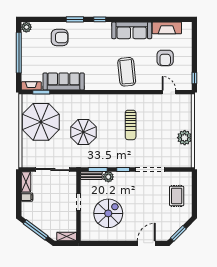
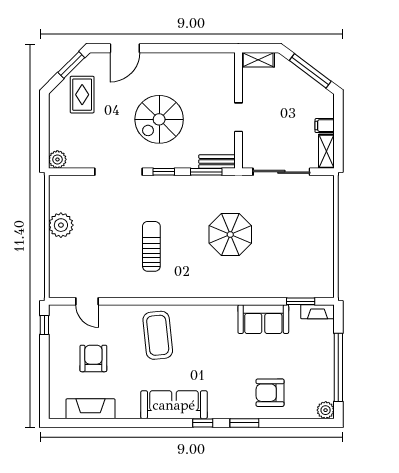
sofa: (132, 30) -> (174, 405), moved
sofa: (64, 81) -> (263, 319), width x0.73
parasol: (41, 122) -> (302, 251), removed
plant: (108, 177) -> (57, 159), moved
rug: (177, 196) -> (82, 95), moved
spiral stairs: (108, 213) -> (159, 119), moved

